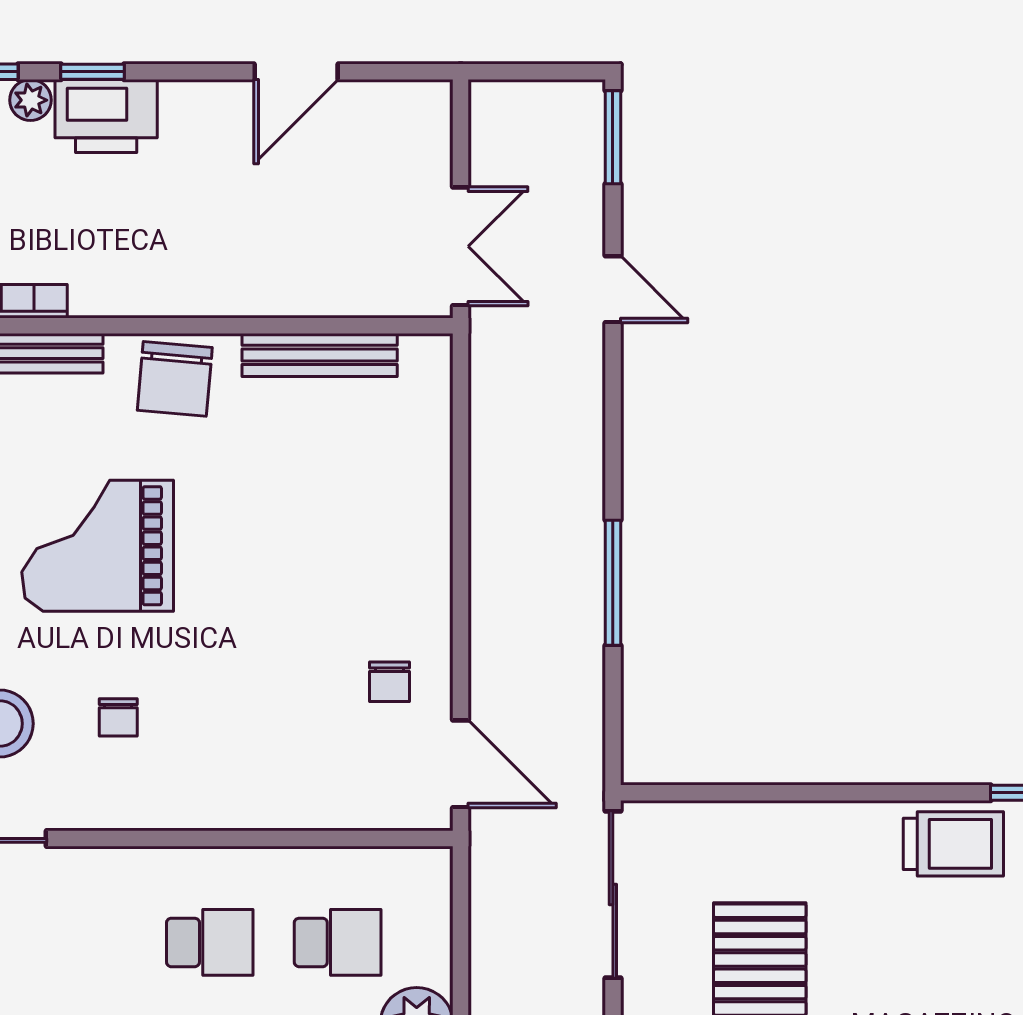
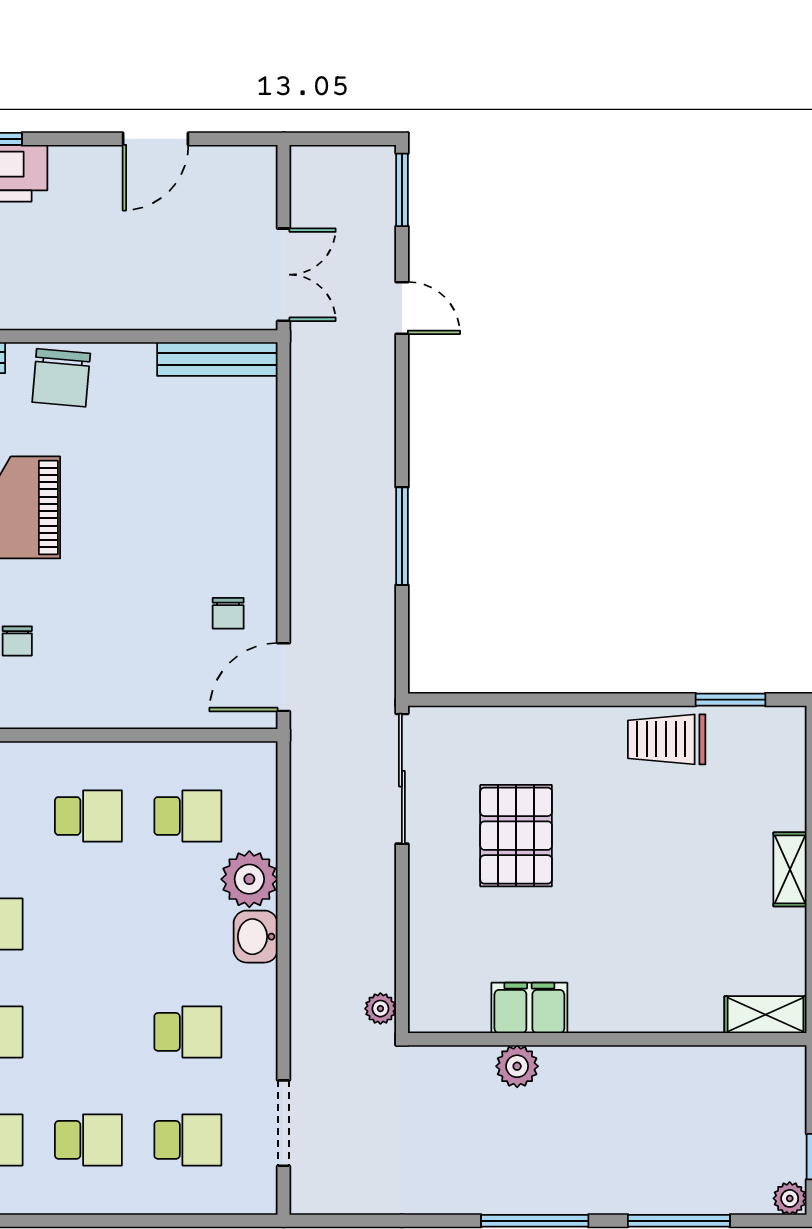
bench: (320, 355) -> (217, 359), moved
door: (461, 764) -> (283, 677), swing flipped
trolley: (953, 844) -> (667, 739), turned 180

